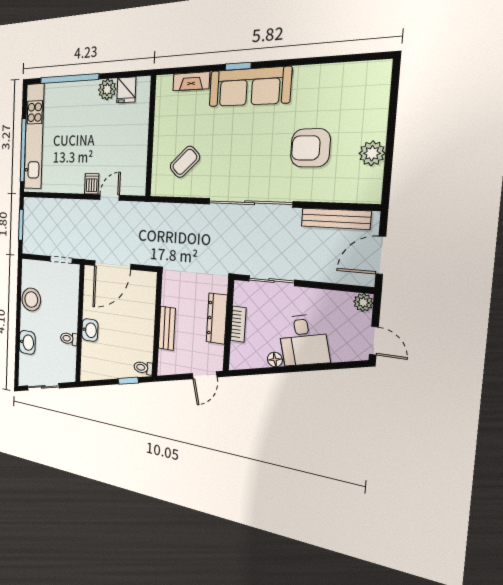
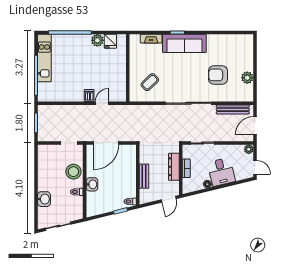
kitchen unit: (34, 136) -> (44, 58), width x0.73
stool: (31, 300) -> (73, 172), moved

